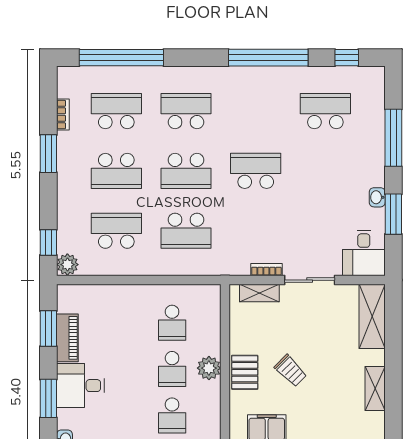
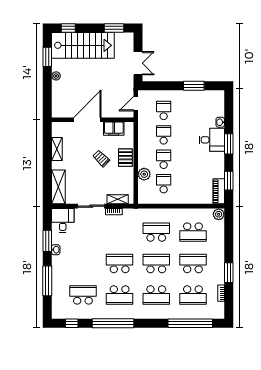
school desk: (256, 111) -> (120, 295), added
school desk: (325, 111) -> (83, 295), turned 180
school desk: (256, 171) -> (120, 264), turned 180
window: (48, 242) -> (229, 226), removed
piano: (67, 338) -> (219, 191), moved
plant: (209, 368) -> (144, 174), moved
desk: (80, 386) -> (212, 140), moved

